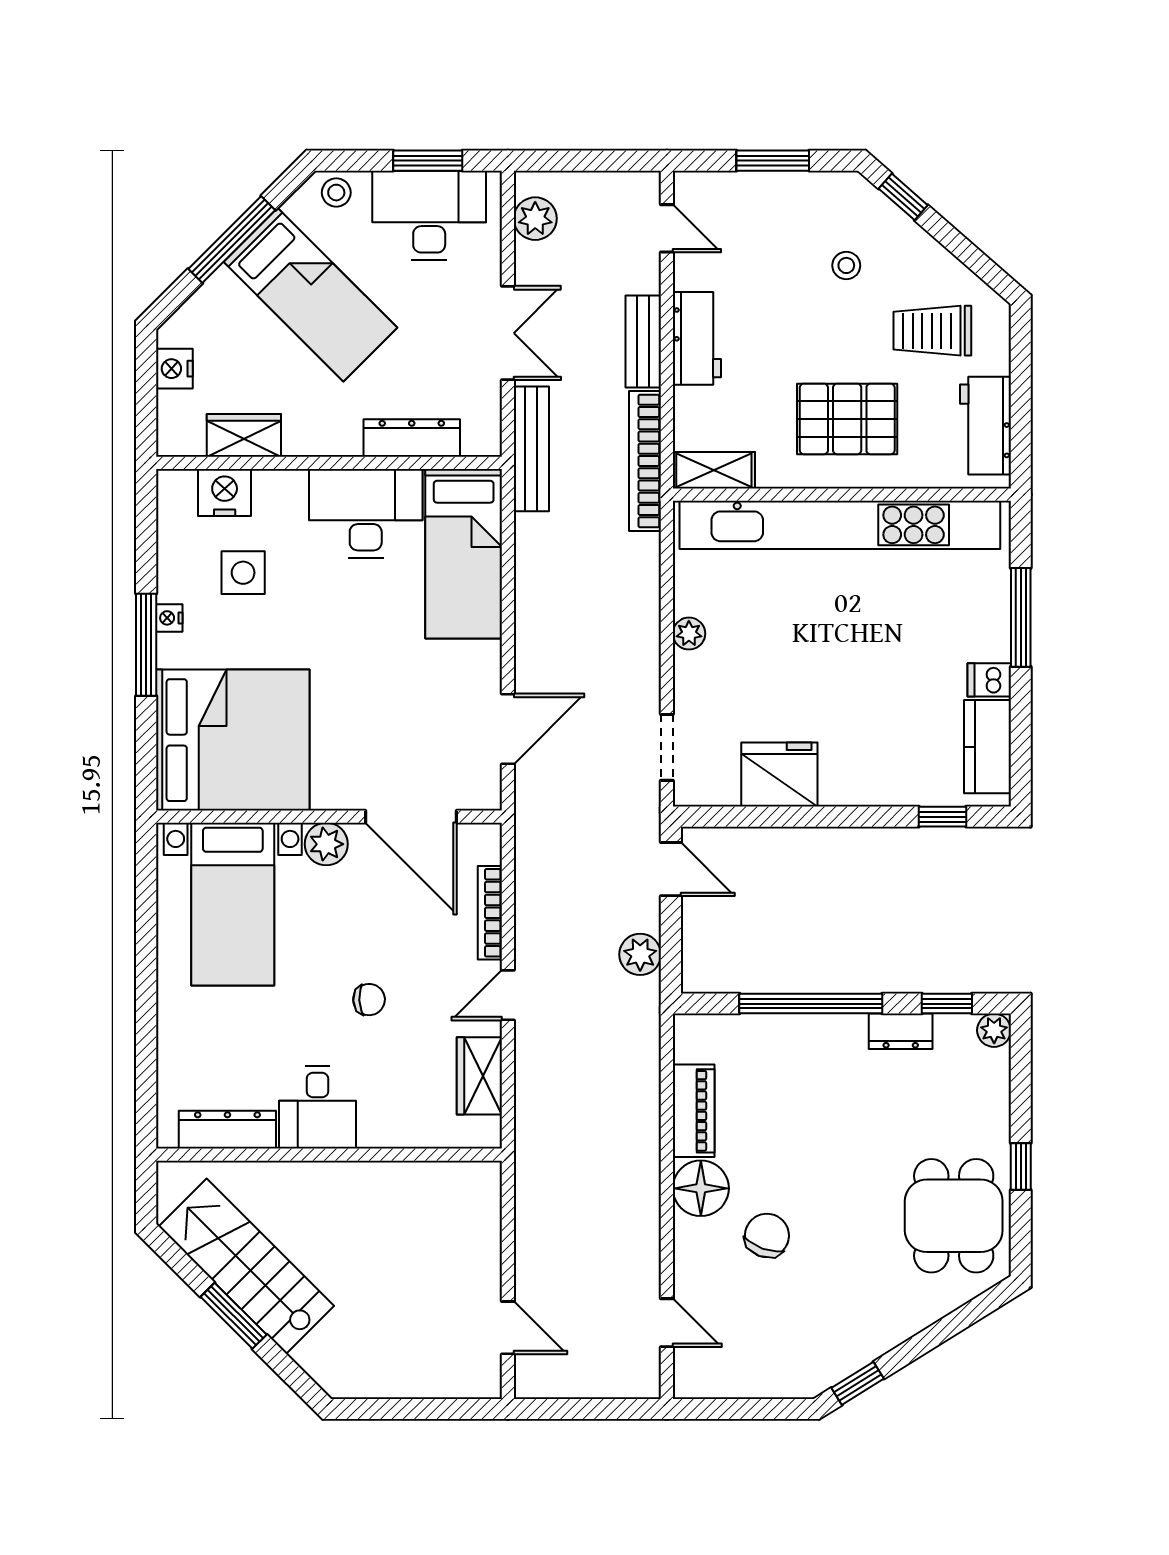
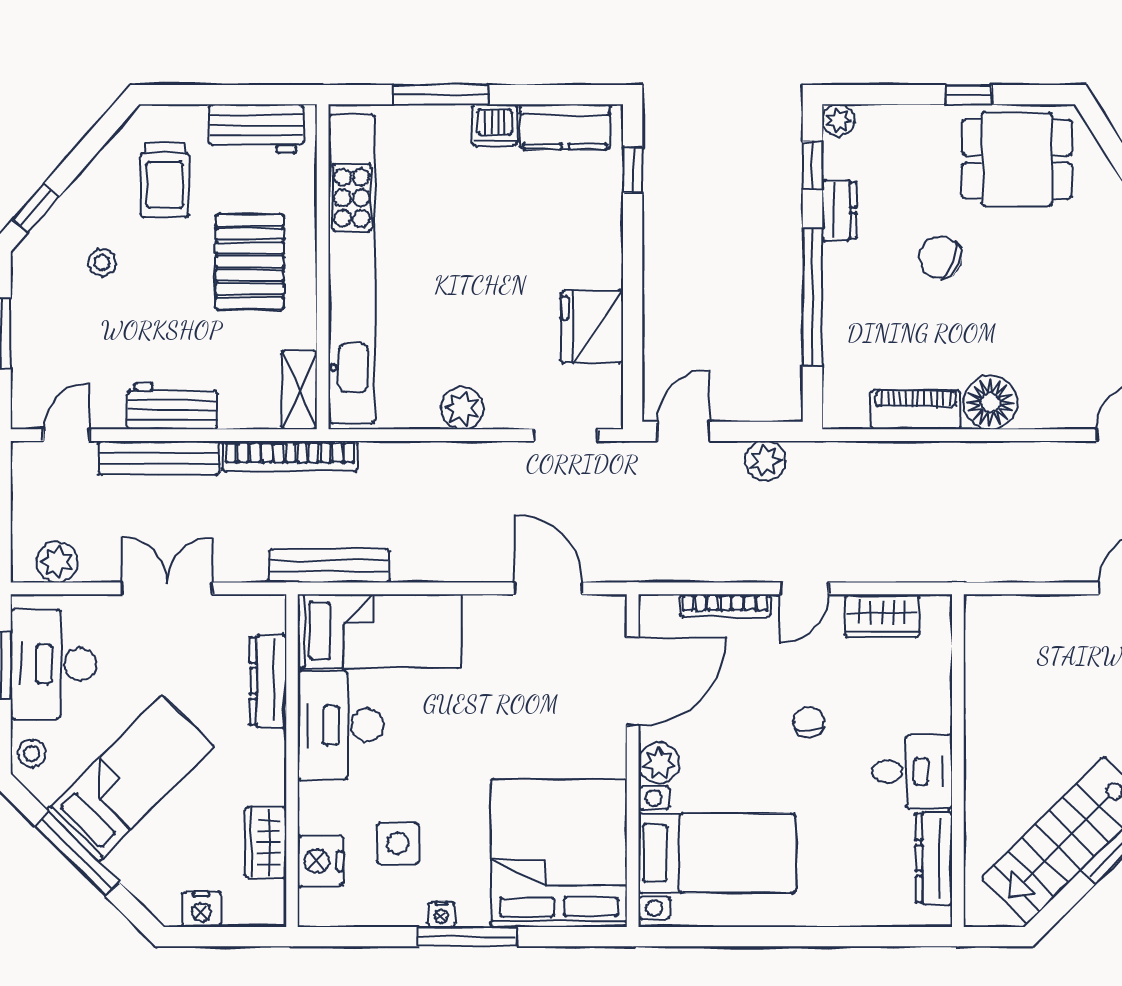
bench: (643, 342) -> (159, 458), width x1.36
bench: (531, 449) -> (329, 566), moved
plant: (689, 634) -> (462, 408), width x1.38, depth x1.38
dishwasher: (989, 680) -> (495, 125), width x1.38
door: (508, 995) -> (804, 588), hinge flipped
chair: (767, 1236) -> (940, 257), moved

